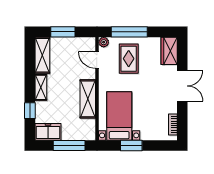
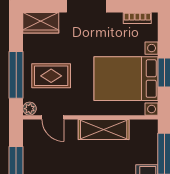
door: (97, 60) -> (53, 117), hinge flipped
bed with nightstands: (119, 116) -> (126, 79), width x1.36

